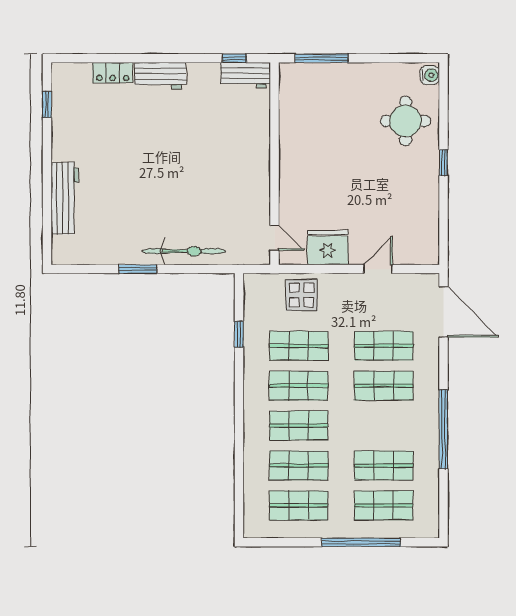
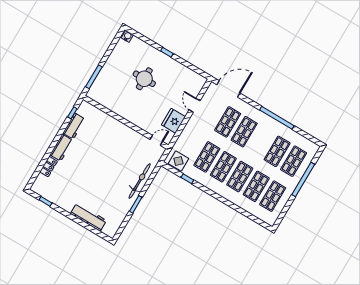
workbench: (246, 75) -> (74, 126), moved
round table: (406, 121) -> (144, 79), moved
display table: (301, 295) -> (178, 161), moved

